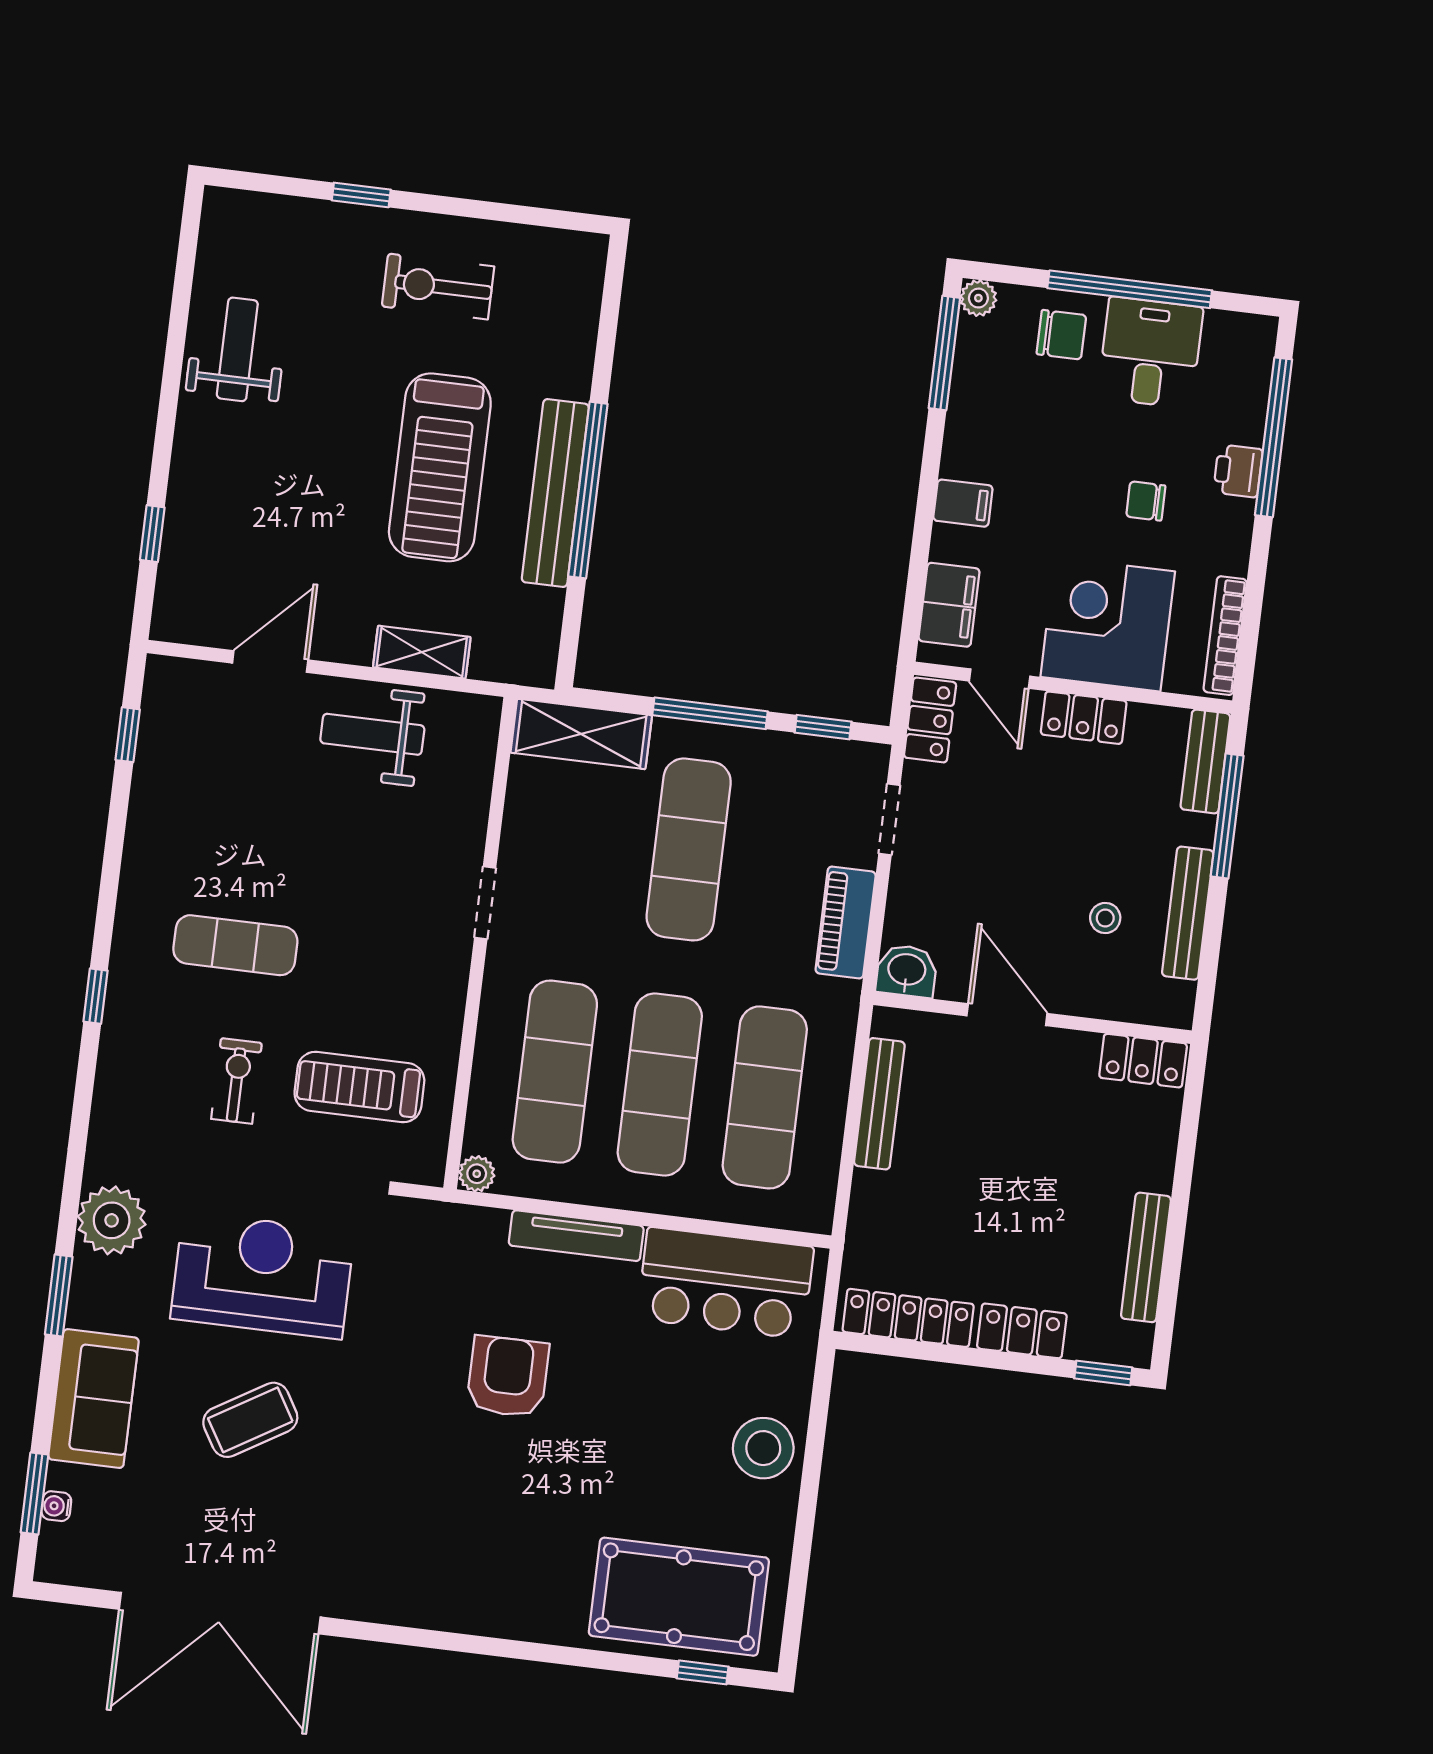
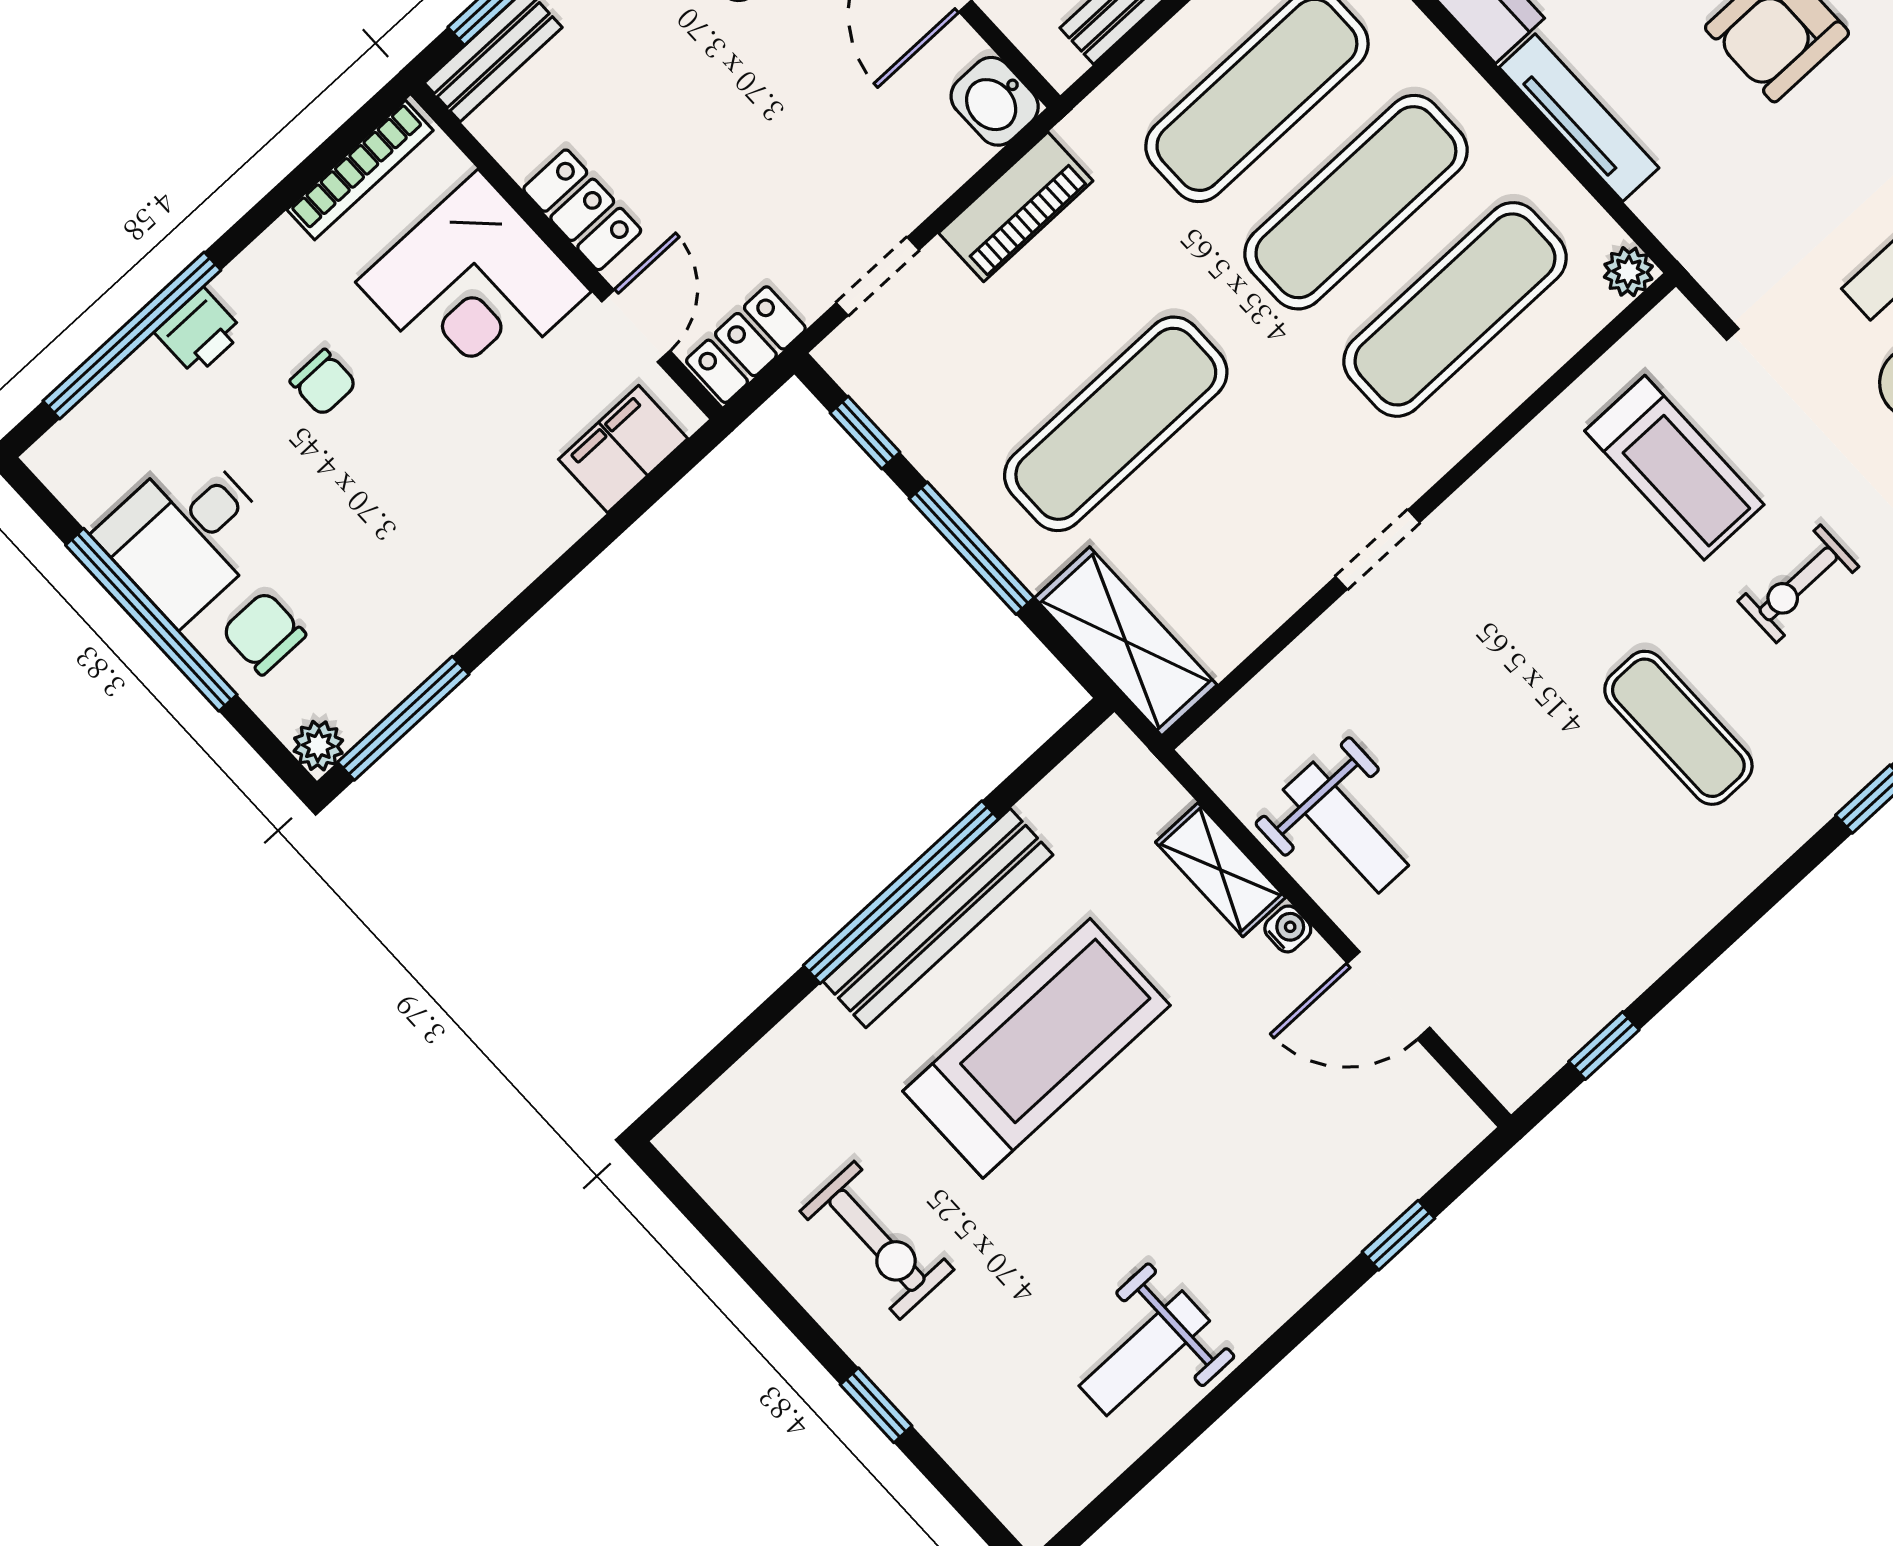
filing cabinet: (963, 503) -> (518, 544), removed
water cooler: (357, 651) -> (1288, 929), added

